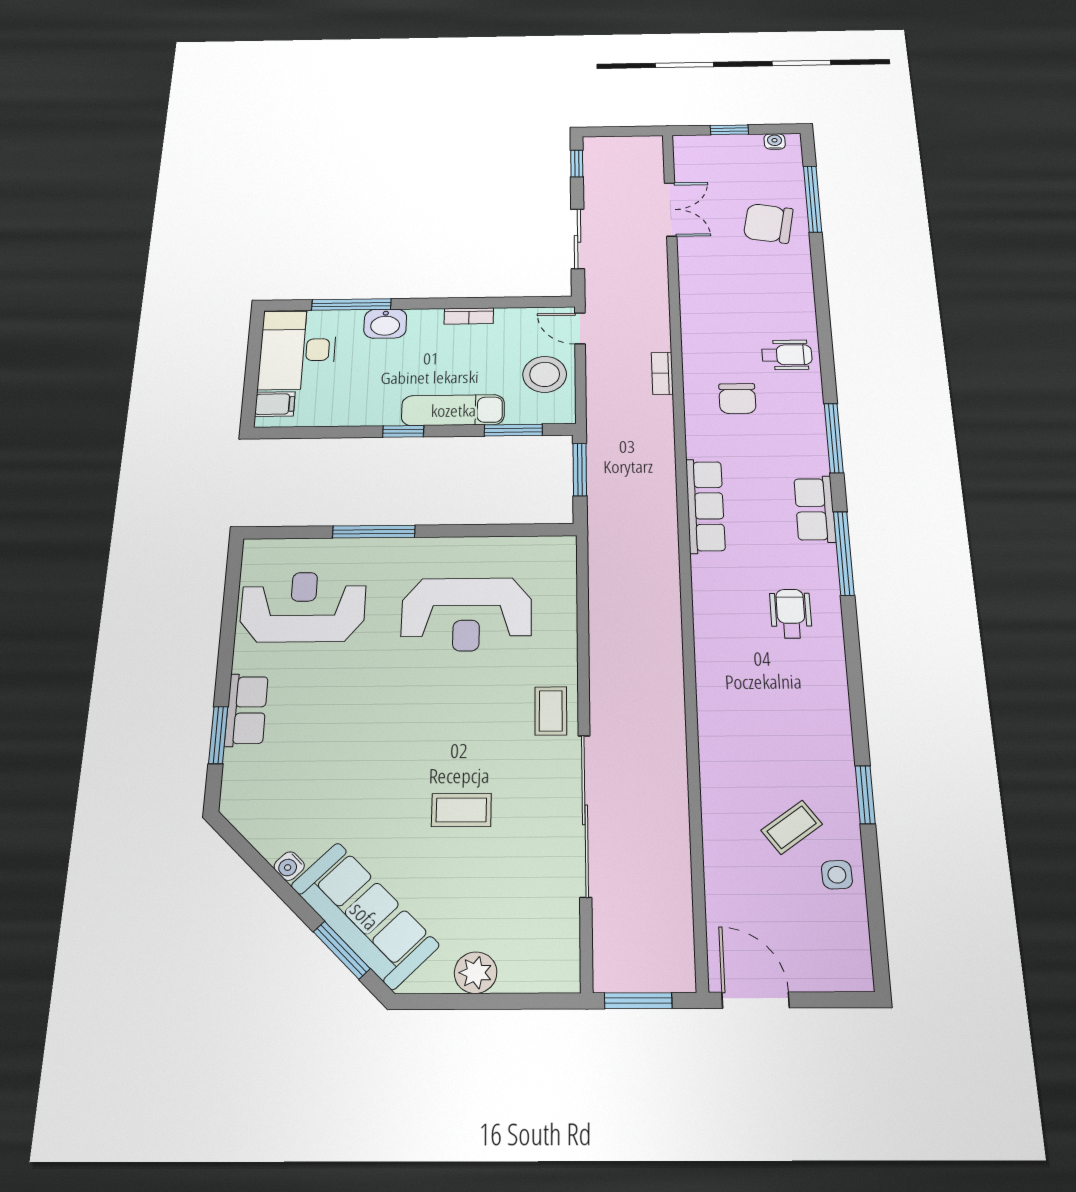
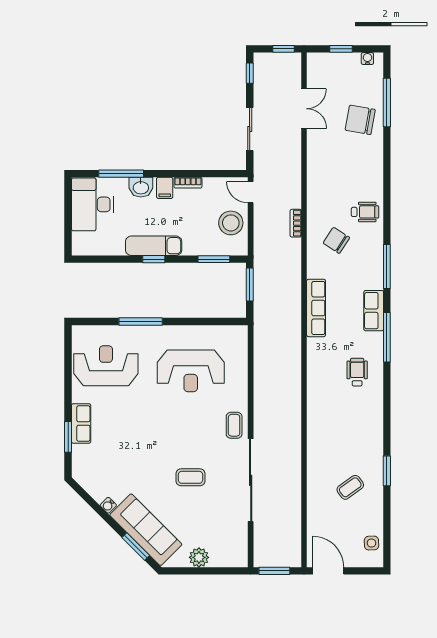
window: (633, 131) -> (284, 49), added
chair: (737, 398) -> (336, 240), turned 123
filing cabinet: (275, 404) -> (165, 188), moved, turned 90
exam couch: (453, 410) -> (154, 246), moved
side table: (837, 875) -> (371, 543), moved

